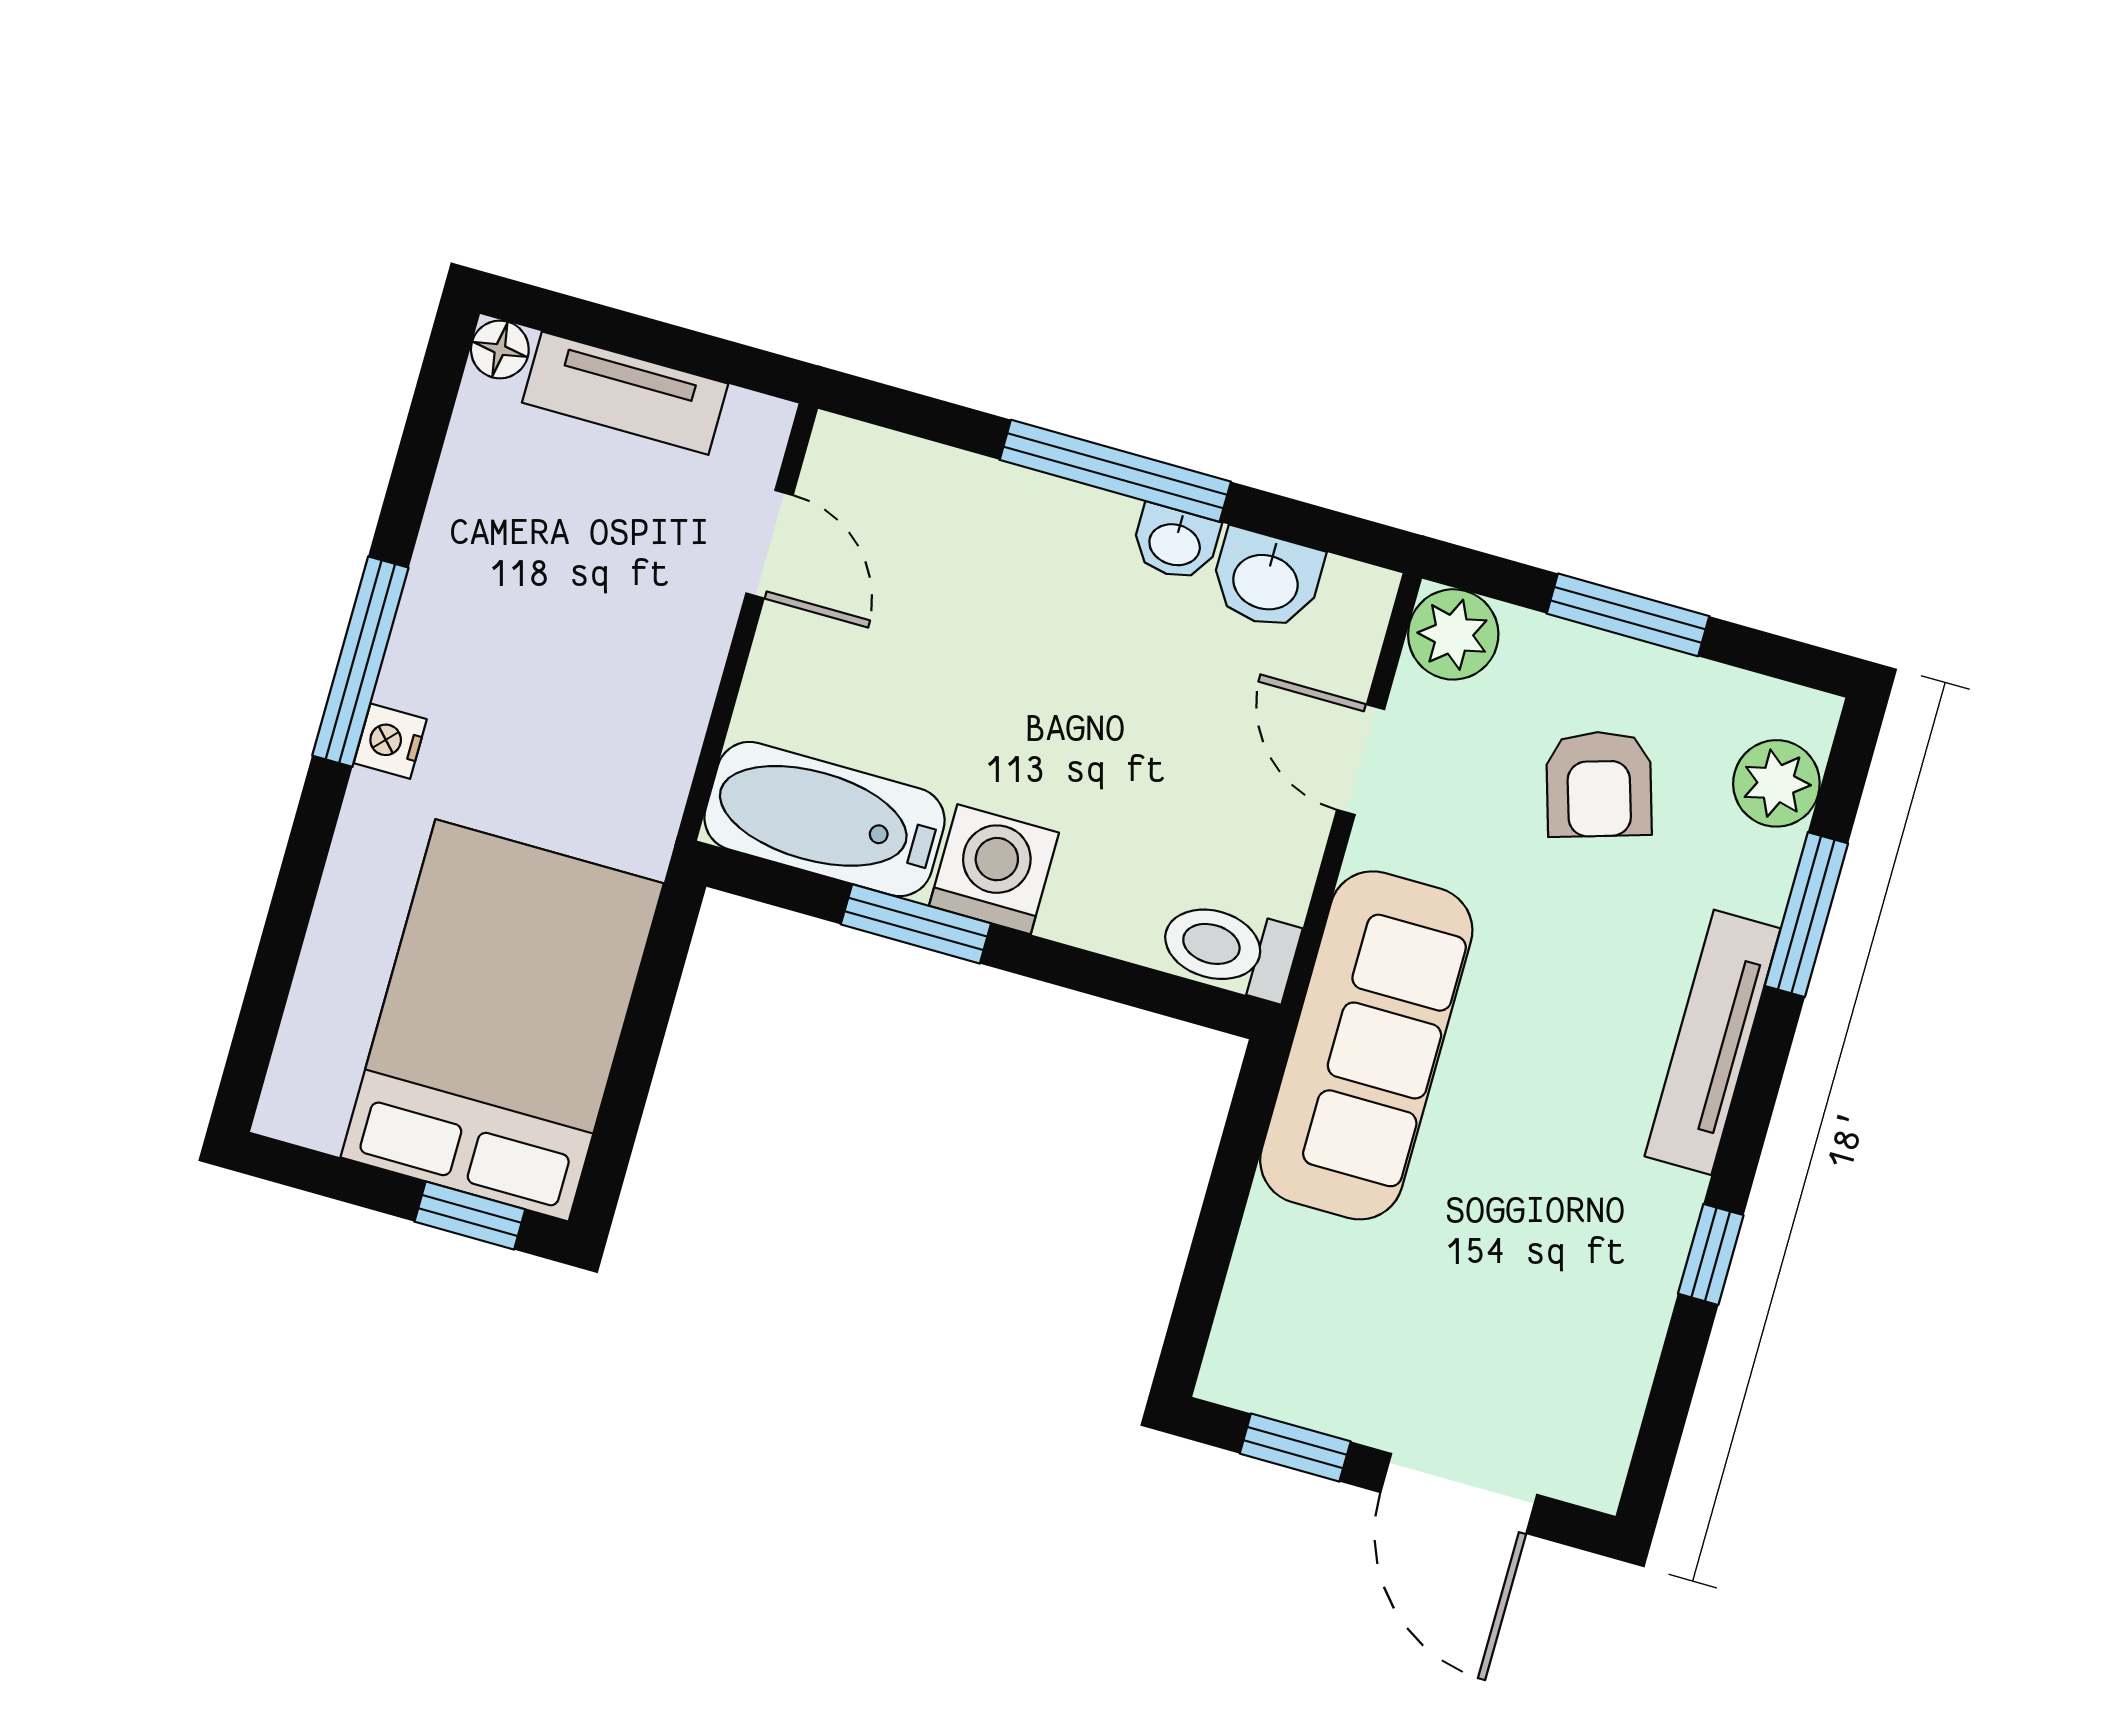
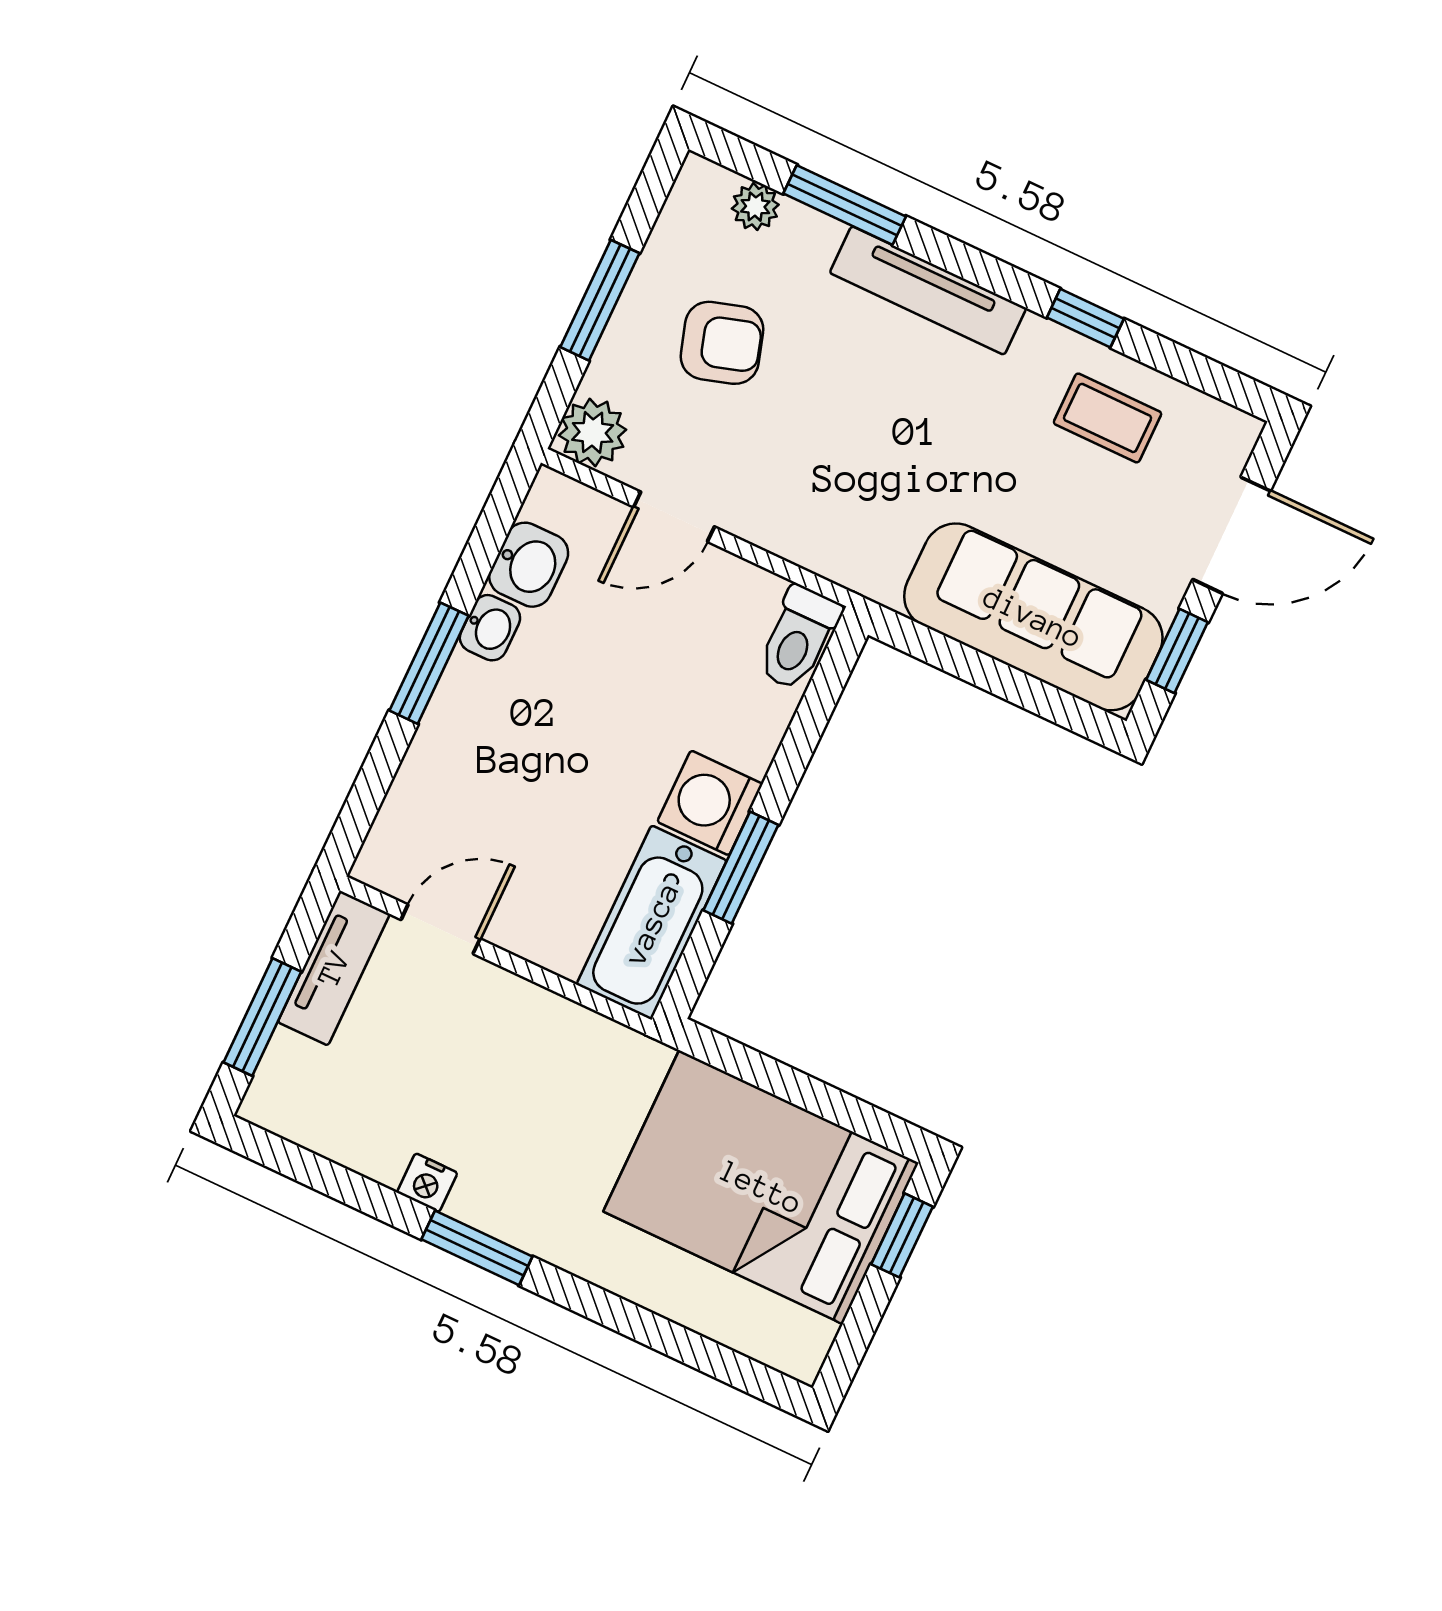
window: (616, 330) -> (262, 1017), added
floor lamp: (500, 349) -> (262, 1105), removed
tv unit: (625, 393) -> (334, 968), moved
window: (1115, 471) -> (429, 663), width x0.69
window: (360, 662) -> (477, 1248), width x0.69
nightstand: (390, 741) -> (427, 1183), moved
plant: (1776, 783) -> (755, 207), width x0.73, depth x0.73
sofa: (1366, 1045) -> (1033, 617), moved
coffee table: (1585, 1305) -> (1108, 418), added

